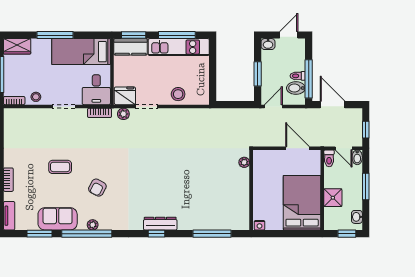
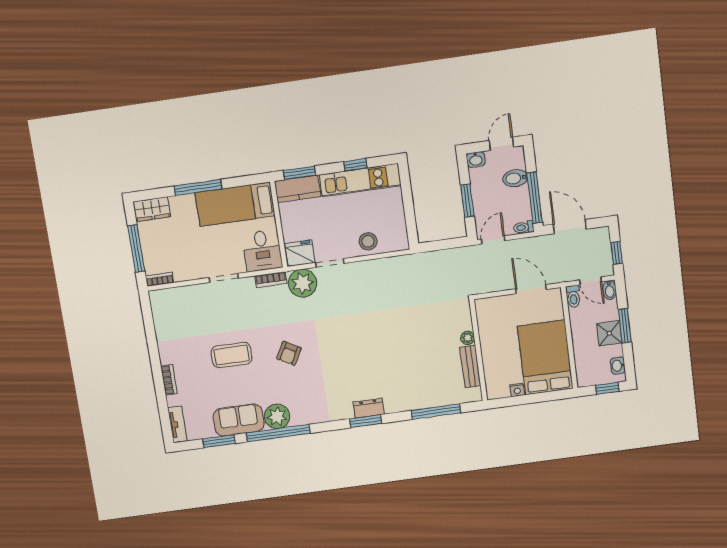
window: (177, 35) -> (355, 165), width x0.46
toilet: (298, 76) -> (524, 227), moved
bidet: (296, 88) -> (515, 178), moved
stool: (36, 97) -> (186, 271), removed
plant: (123, 114) -> (303, 283), width x1.88, depth x1.88
plant: (244, 162) -> (468, 338), moved
coffee table: (60, 167) -> (231, 355), width x1.36, depth x1.30
armchair: (97, 188) -> (289, 353), moved
shower: (333, 198) -> (609, 333), moved
bench: (243, 202) -> (470, 366), added
dresser: (160, 224) -> (369, 408), width x0.70
plant: (93, 225) -> (277, 416), width x1.88, depth x1.88
nightstand: (260, 225) -> (517, 390), moved
window: (156, 234) -> (366, 421), width x1.50

